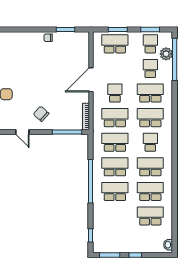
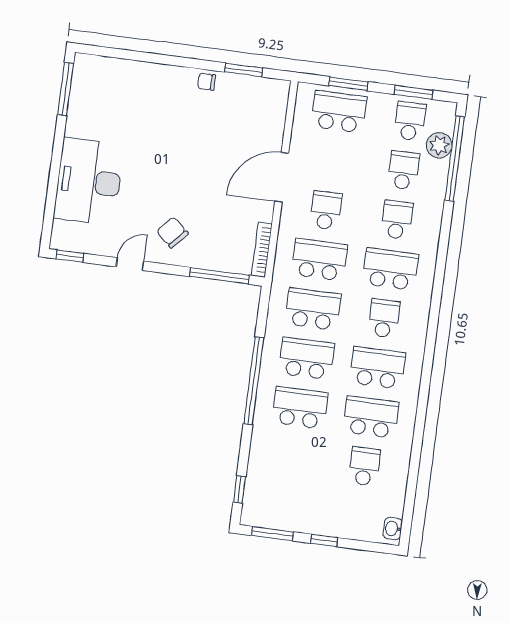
school desk: (150, 93) -> (397, 220), width x0.54
door: (22, 132) -> (130, 264), swing flipped
school desk: (150, 216) -> (364, 466), width x0.54

